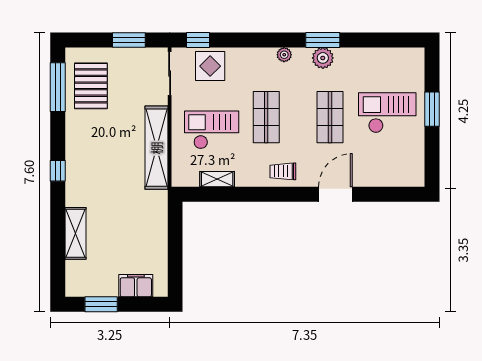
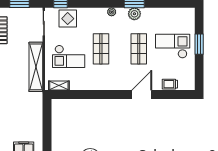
checkout: (212, 130) -> (69, 56), turned 180
trolley: (283, 171) -> (170, 84), moved
shelving: (217, 179) -> (59, 86), moved

